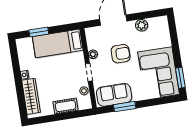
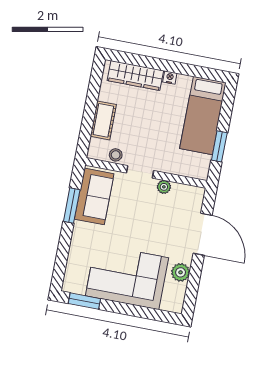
window: (39, 32) -> (219, 146), moved
bed: (58, 43) -> (203, 115), moved, turned 180
armchair: (121, 54) -> (150, 227), removed
corner sofa: (159, 73) -> (127, 277), moved

